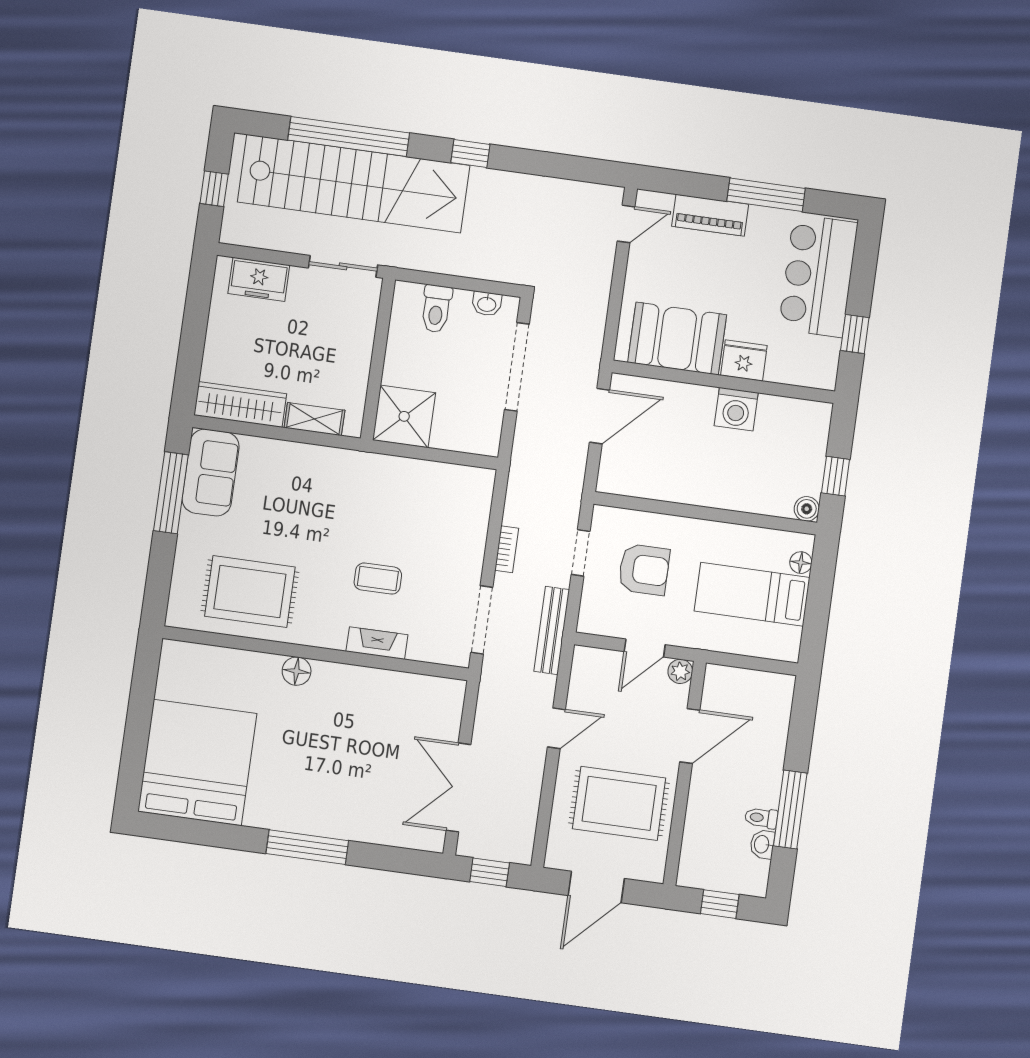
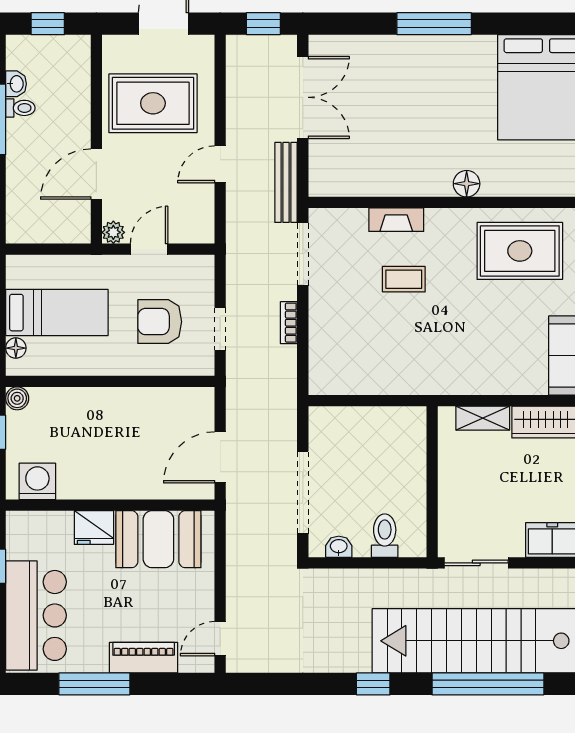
washing machine: (736, 409) -> (37, 481), moved
shower: (404, 416) -> (400, 432), removed
bench: (552, 630) -> (286, 182), moved

